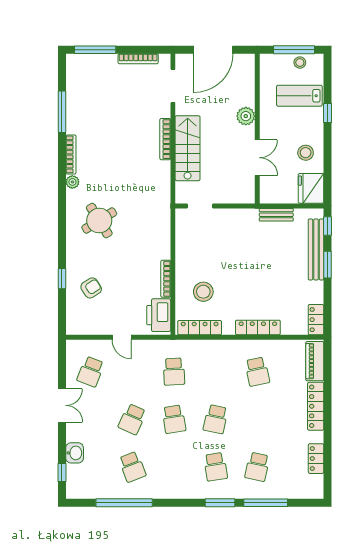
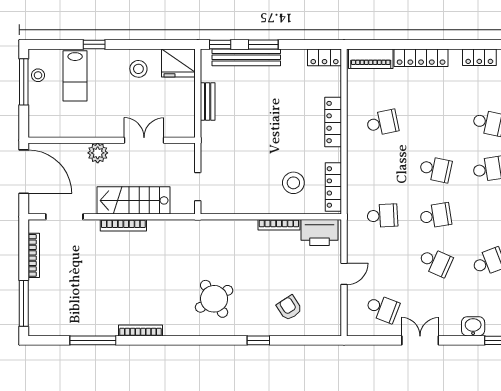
plant: (246, 116) -> (98, 153), moved
wall: (257, 129) -> (112, 140), moved
double door: (257, 158) -> (144, 140), moved
plant: (72, 182) -> (171, 329), removed
window: (62, 279) -> (258, 340), moved

